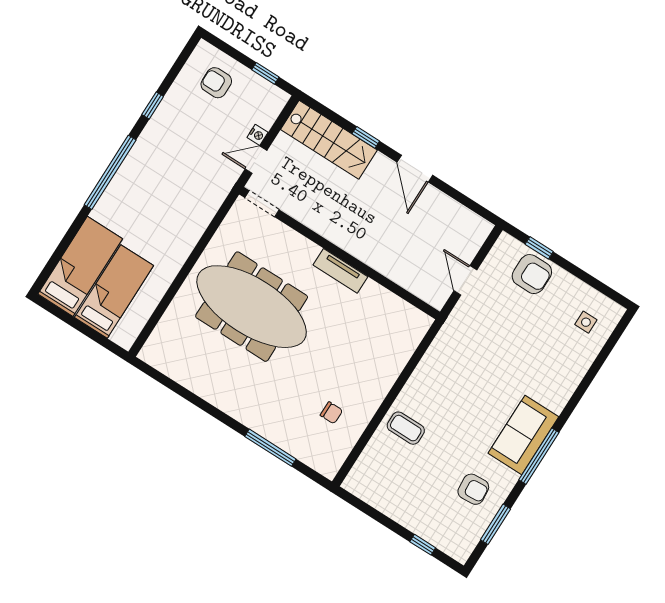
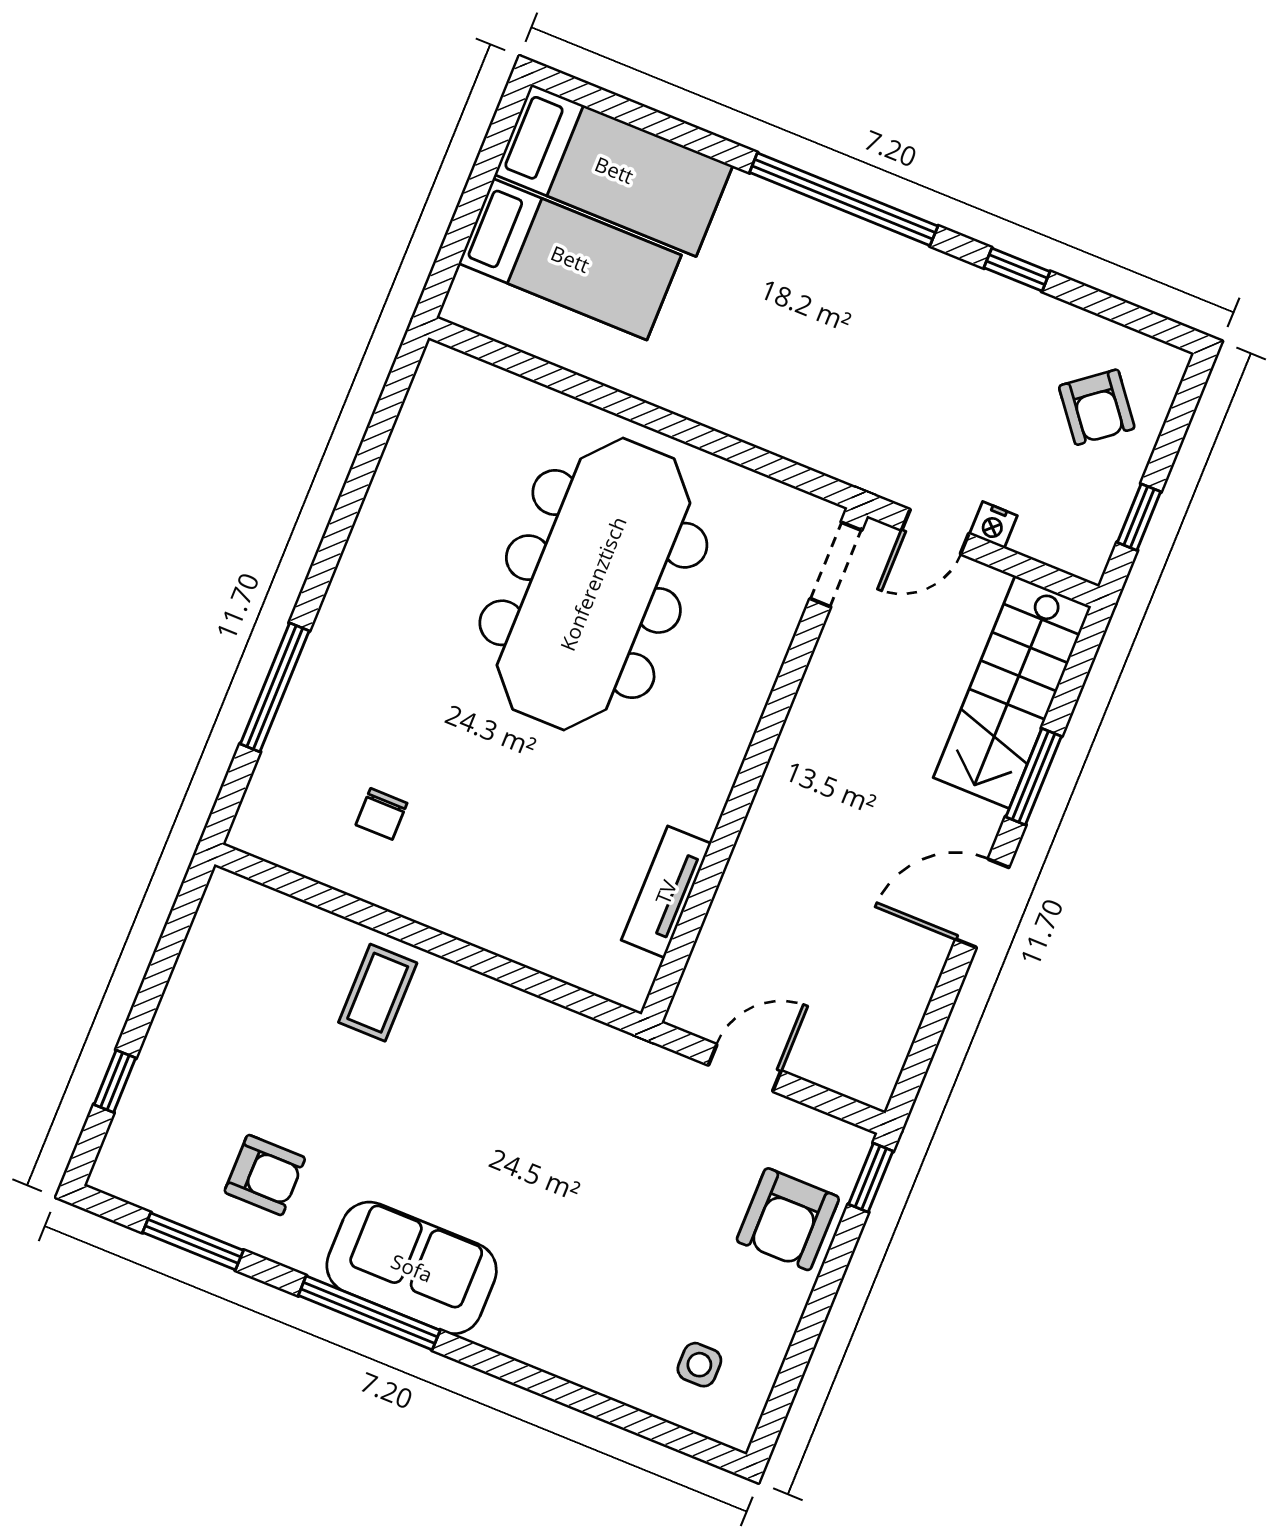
armchair: (216, 83) -> (1097, 407), turned 142
window: (366, 137) -> (1034, 777), width x1.50
door: (256, 160) -> (935, 532), swing flipped
window: (539, 248) -> (871, 1178), moved
tv unit: (340, 271) -> (666, 892), moved
armchair: (473, 489) -> (265, 1175), turned -86

